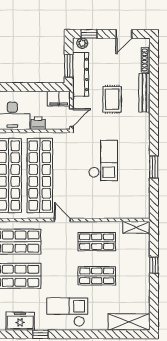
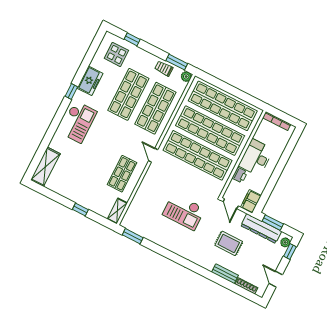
bench: (144, 93) -> (225, 274), width x0.73
window: (154, 167) -> (133, 236), moved
door: (62, 220) -> (153, 155), swing flipped
shop shelf: (97, 276) -> (95, 160), removed

